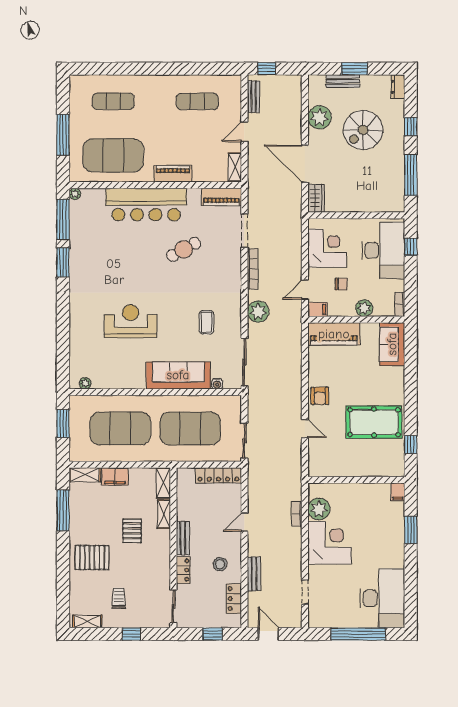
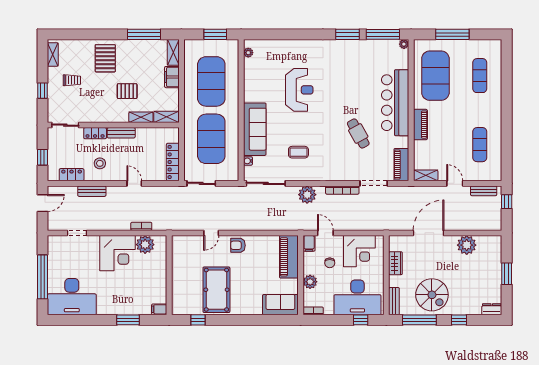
bench: (343, 81) -> (394, 301), moved
spiral stairs: (363, 130) -> (432, 295), moved, turned 180
wardrobe: (316, 198) -> (395, 263), moved, turned -90

